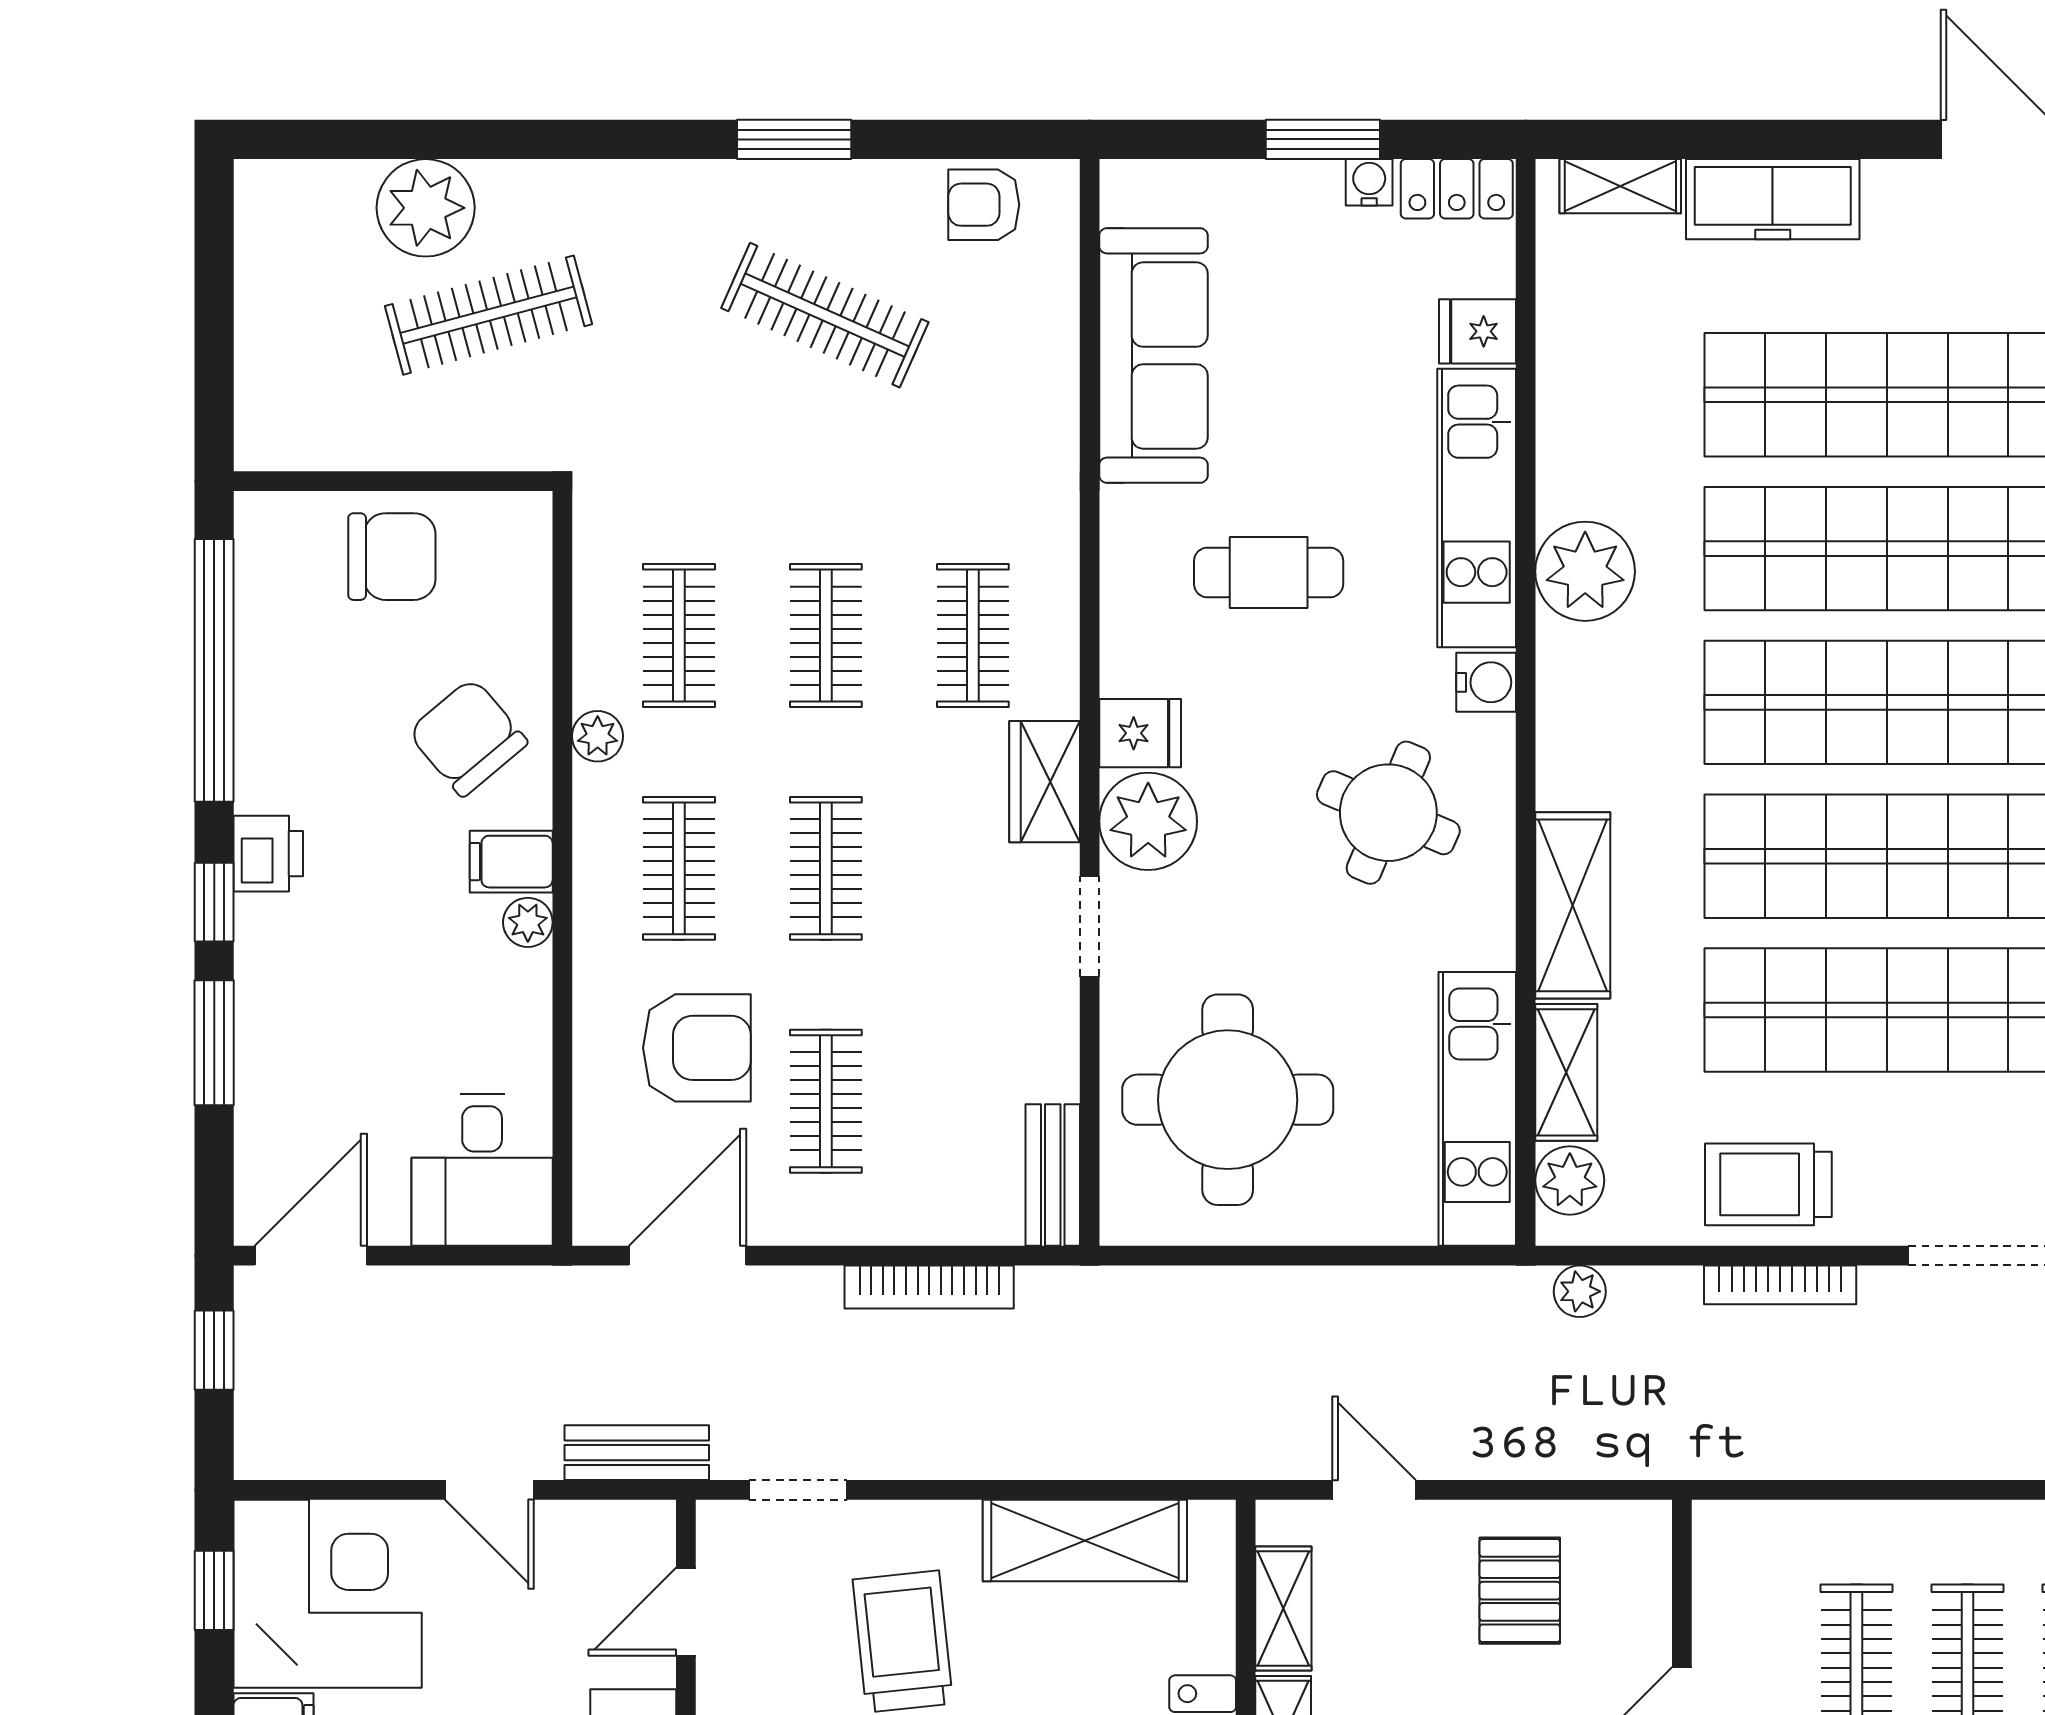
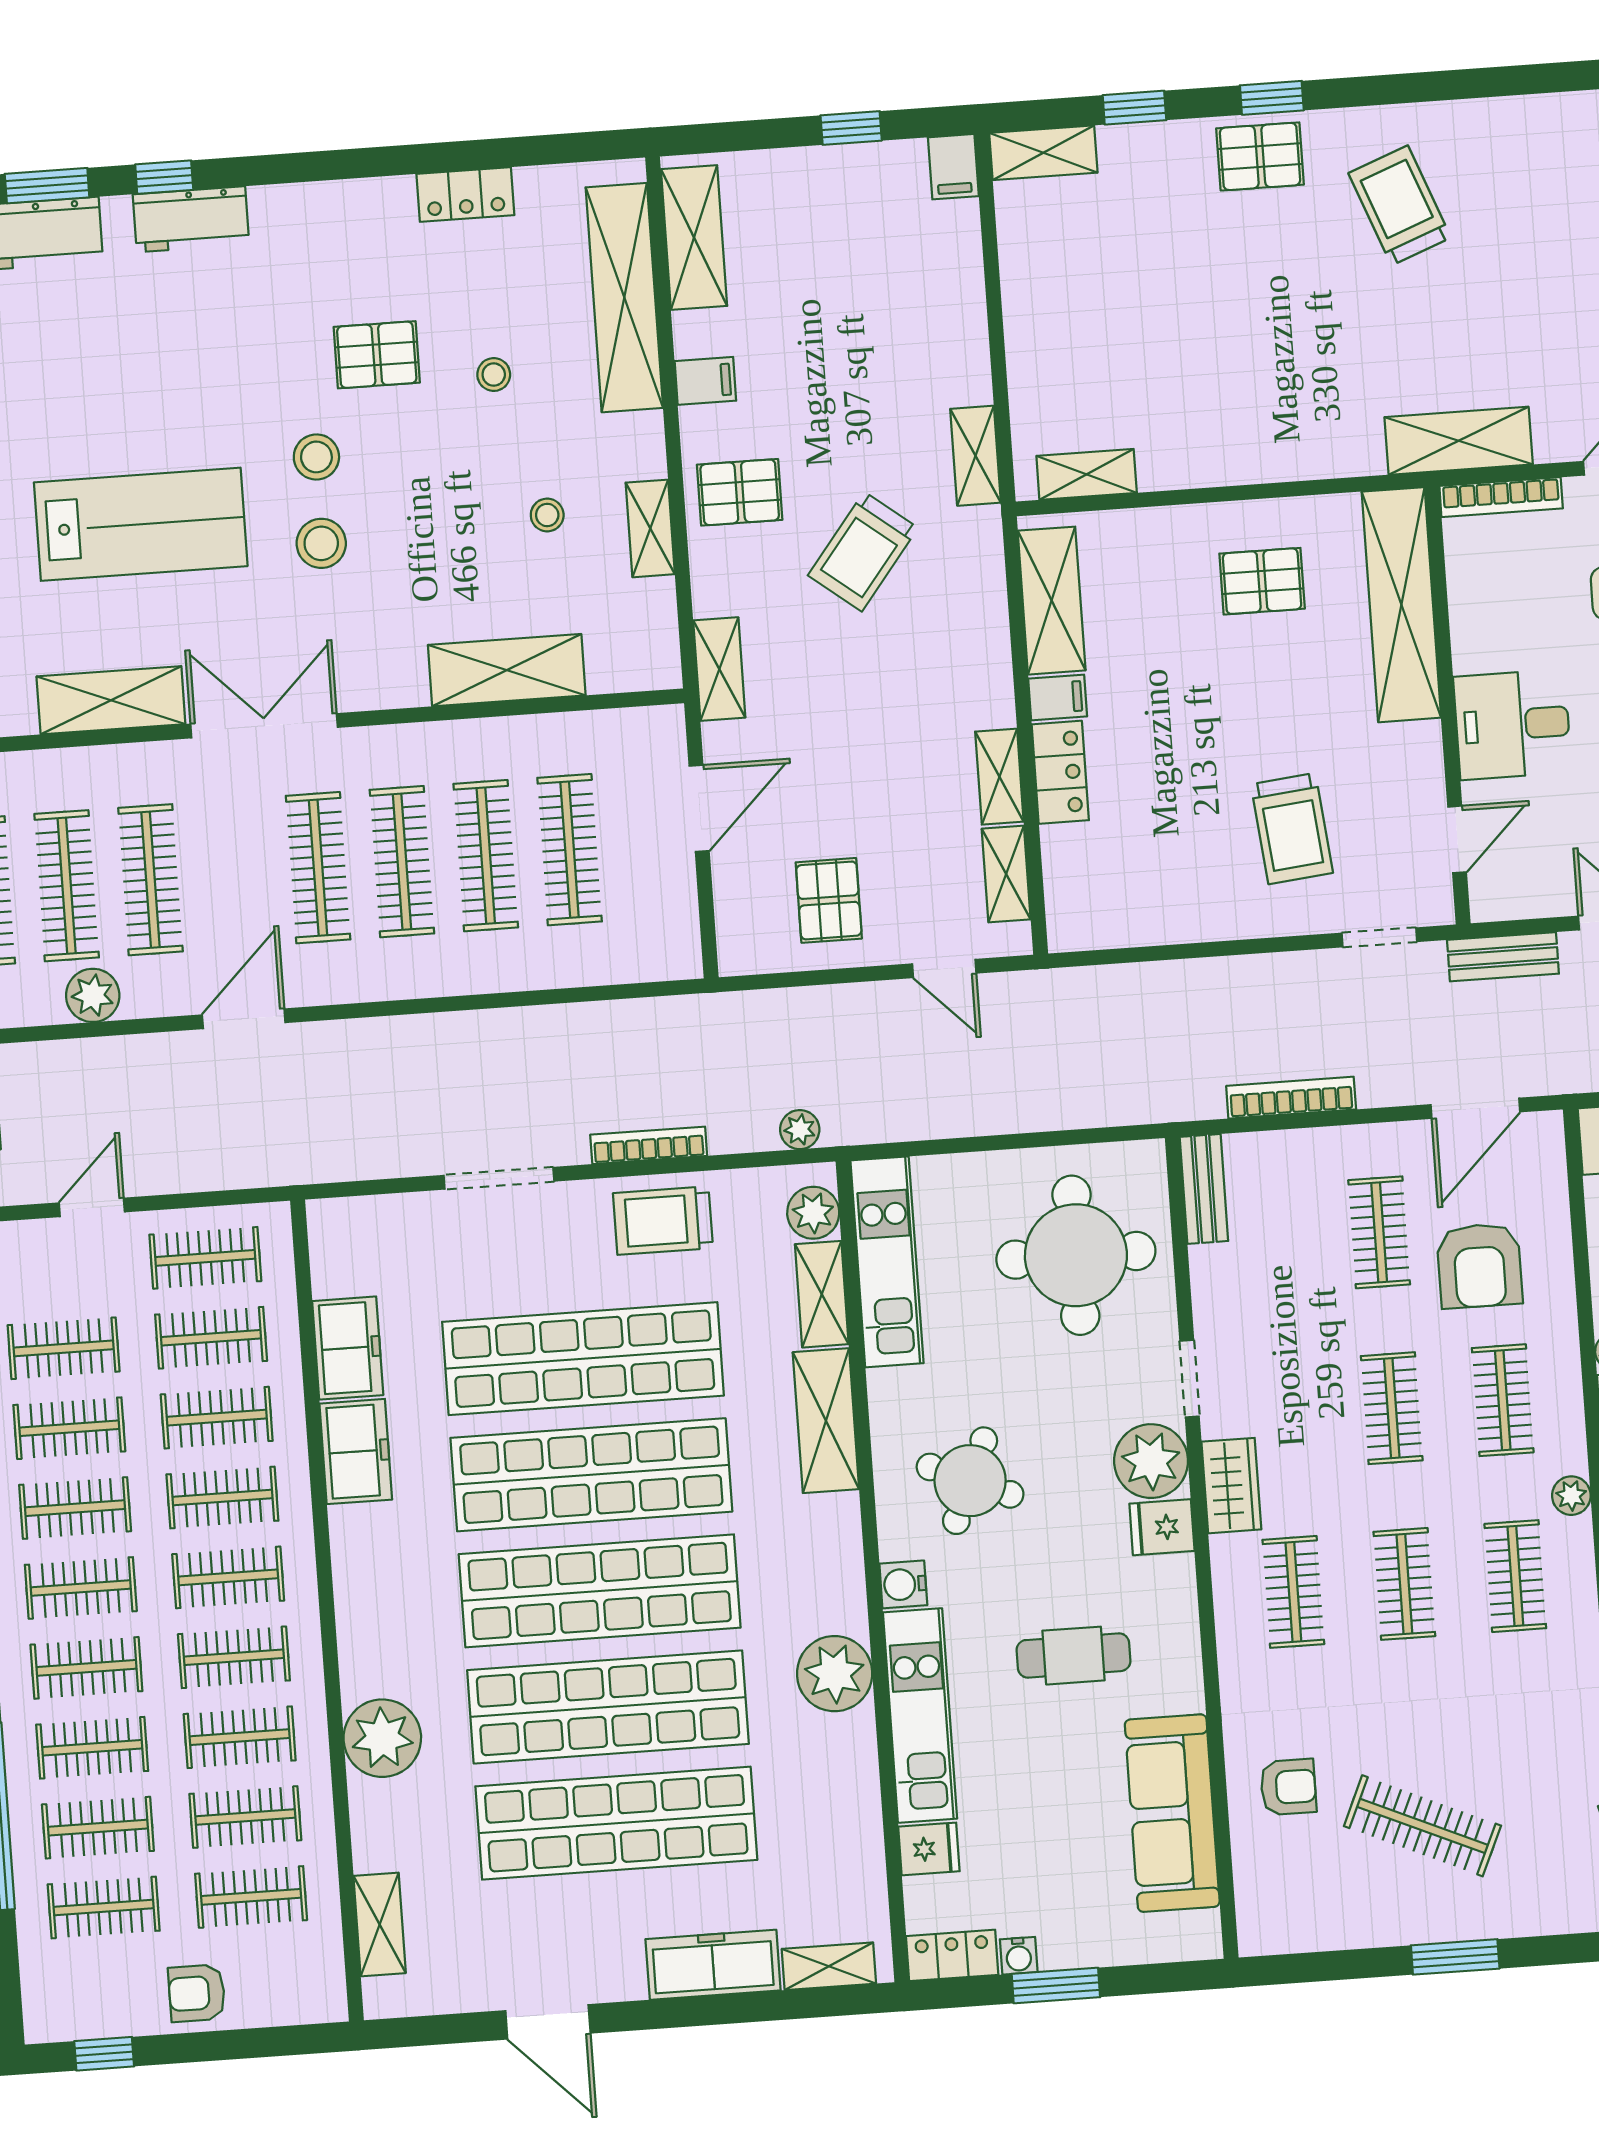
armchair: (984, 205) -> (1288, 1787), moved
armchair: (697, 1048) -> (1479, 1266), turned -90
trolley: (1768, 1184) -> (663, 1221), turned 180
shelving: (1085, 1541) -> (1160, 915), removed

